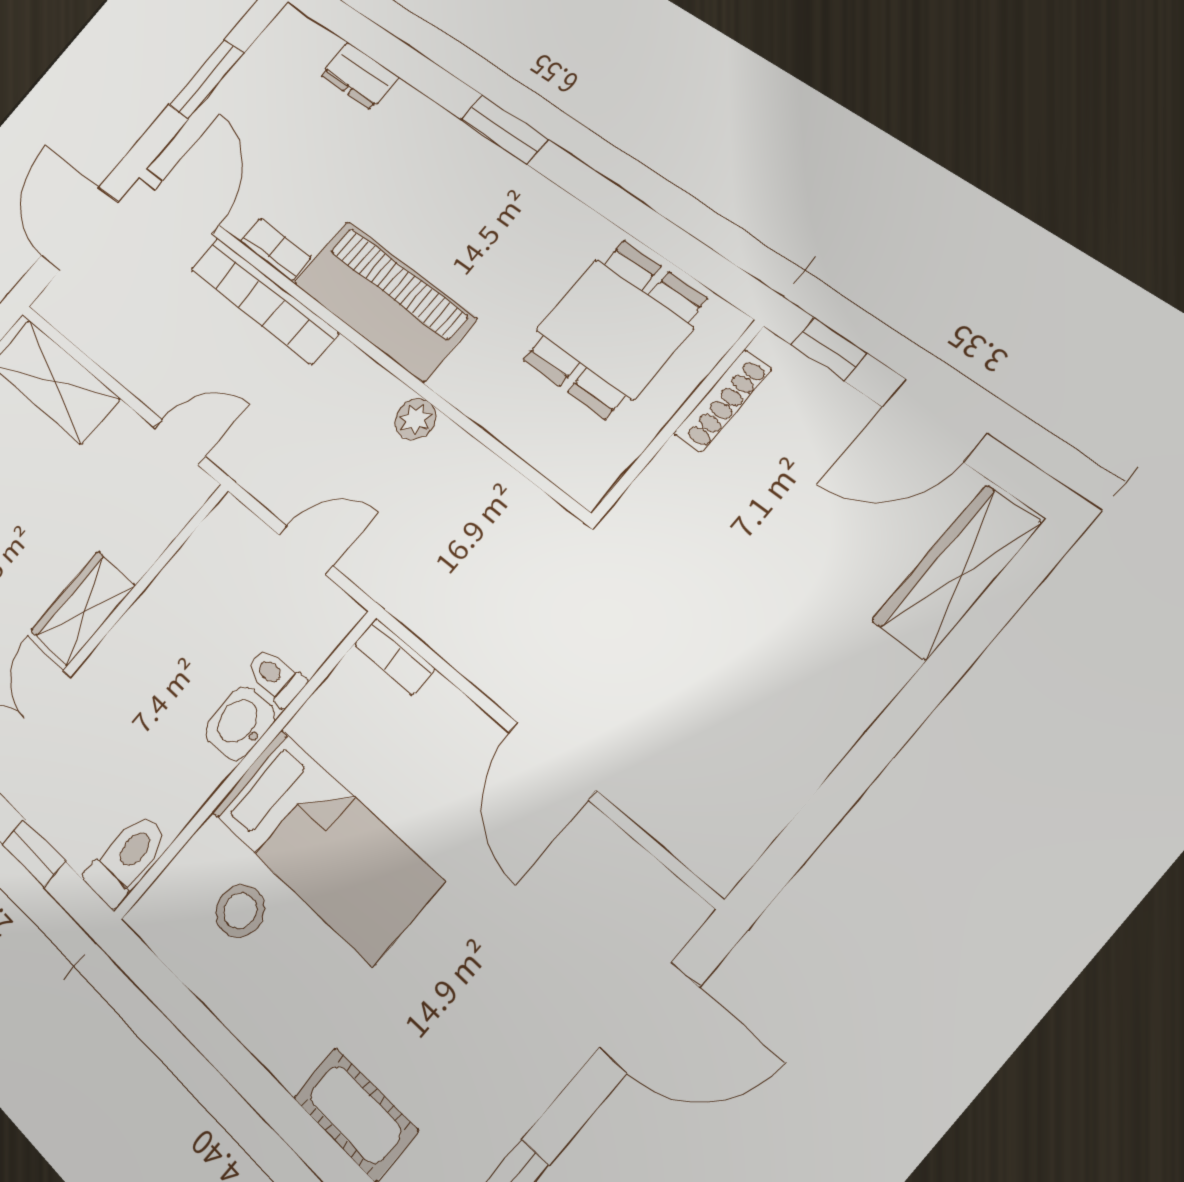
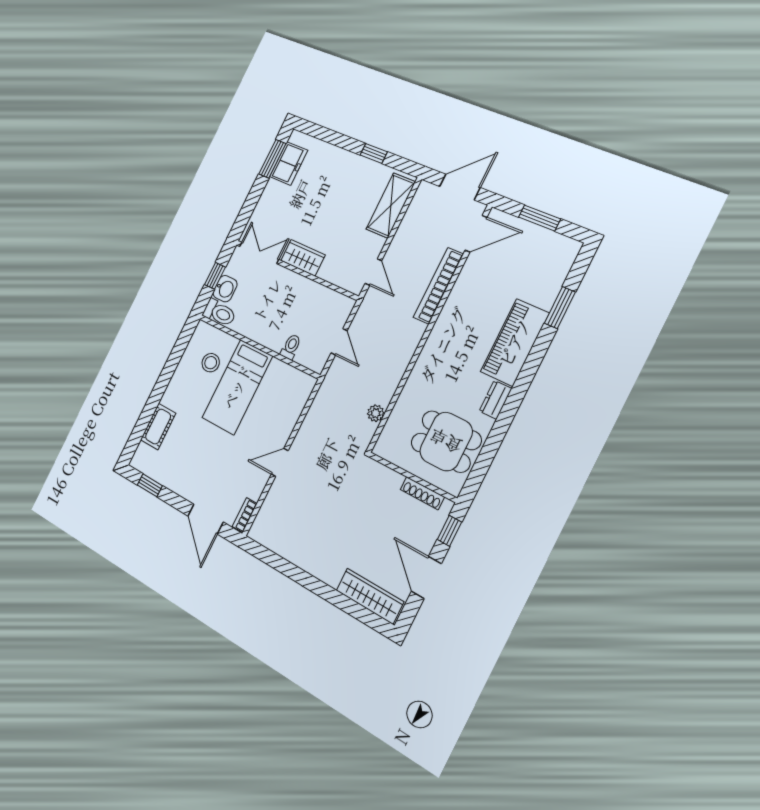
dresser: (359, 76) -> (495, 400), moved
window: (504, 129) -> (560, 308), moved
bookcase: (276, 250) -> (462, 283), removed
piano: (384, 301) -> (515, 342), moved, turned 180
plant: (415, 419) -> (376, 413), moved
bookcase: (394, 656) -> (245, 515), moved
washbasin: (240, 724) -> (225, 289), moved, turned 90
door: (552, 761) -> (280, 462), width x0.73

